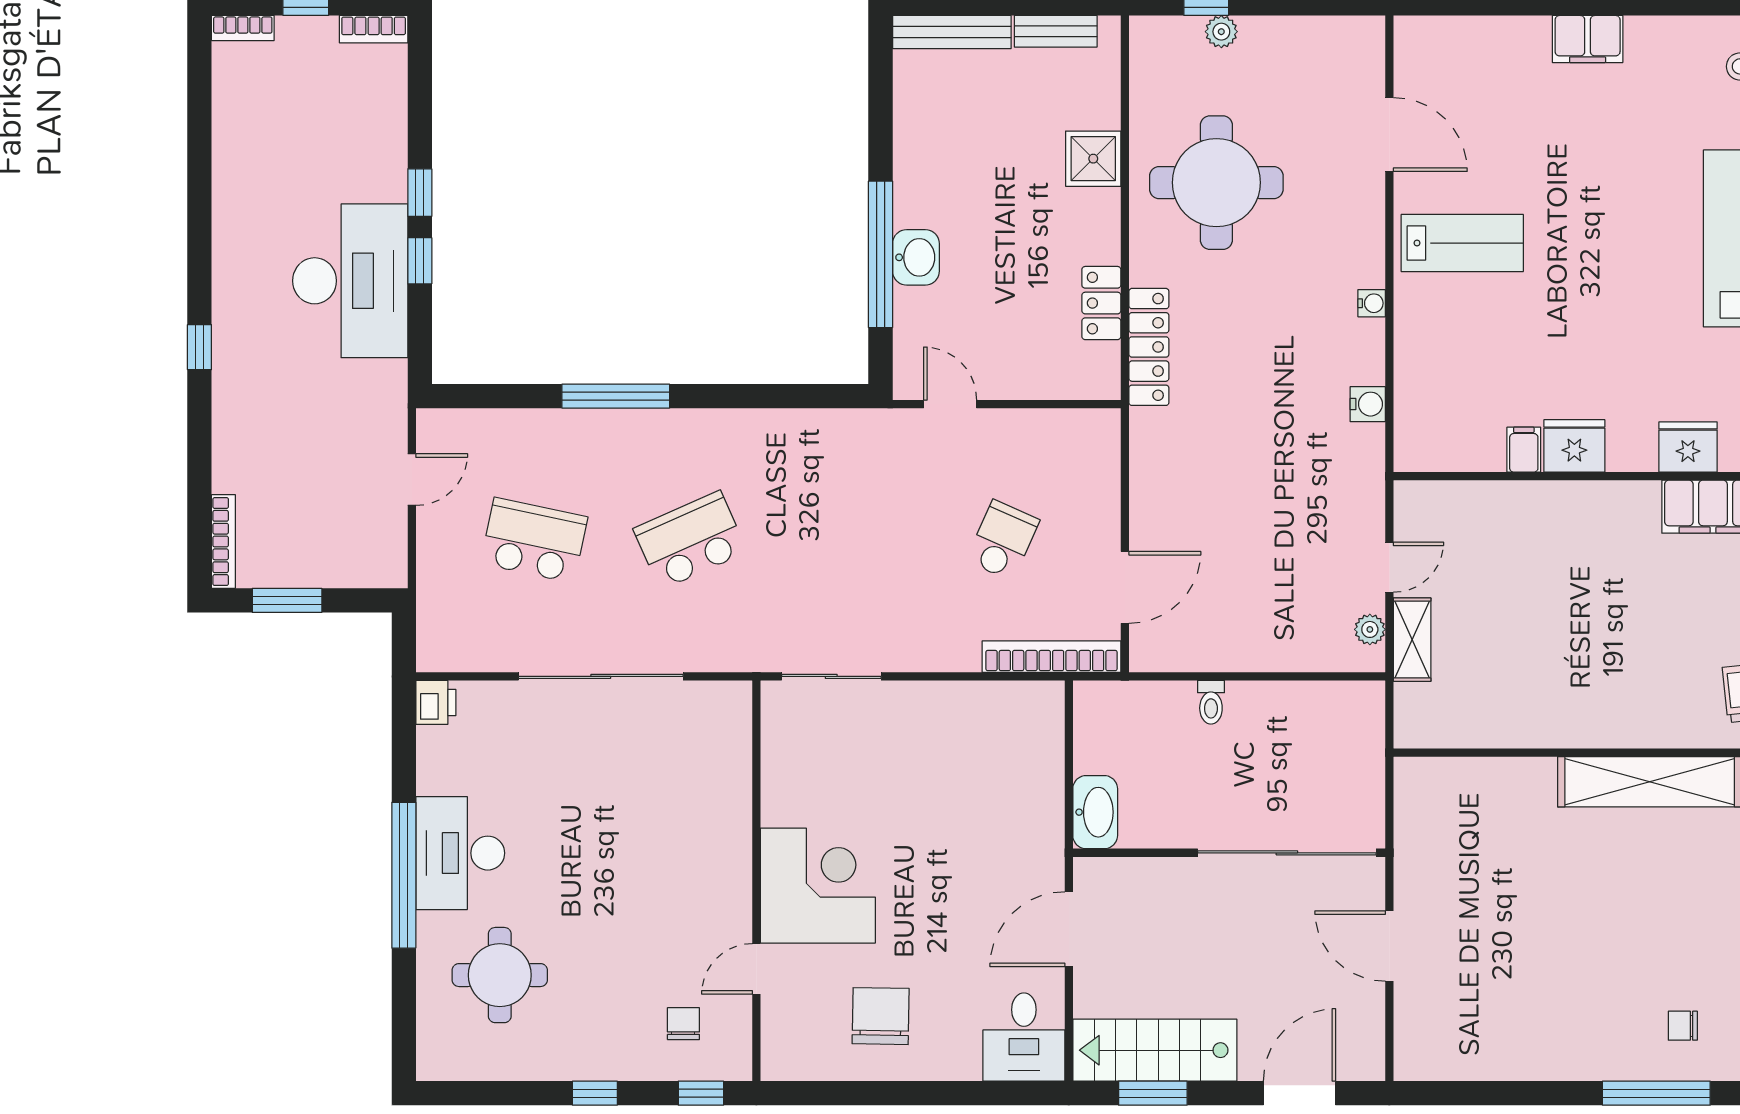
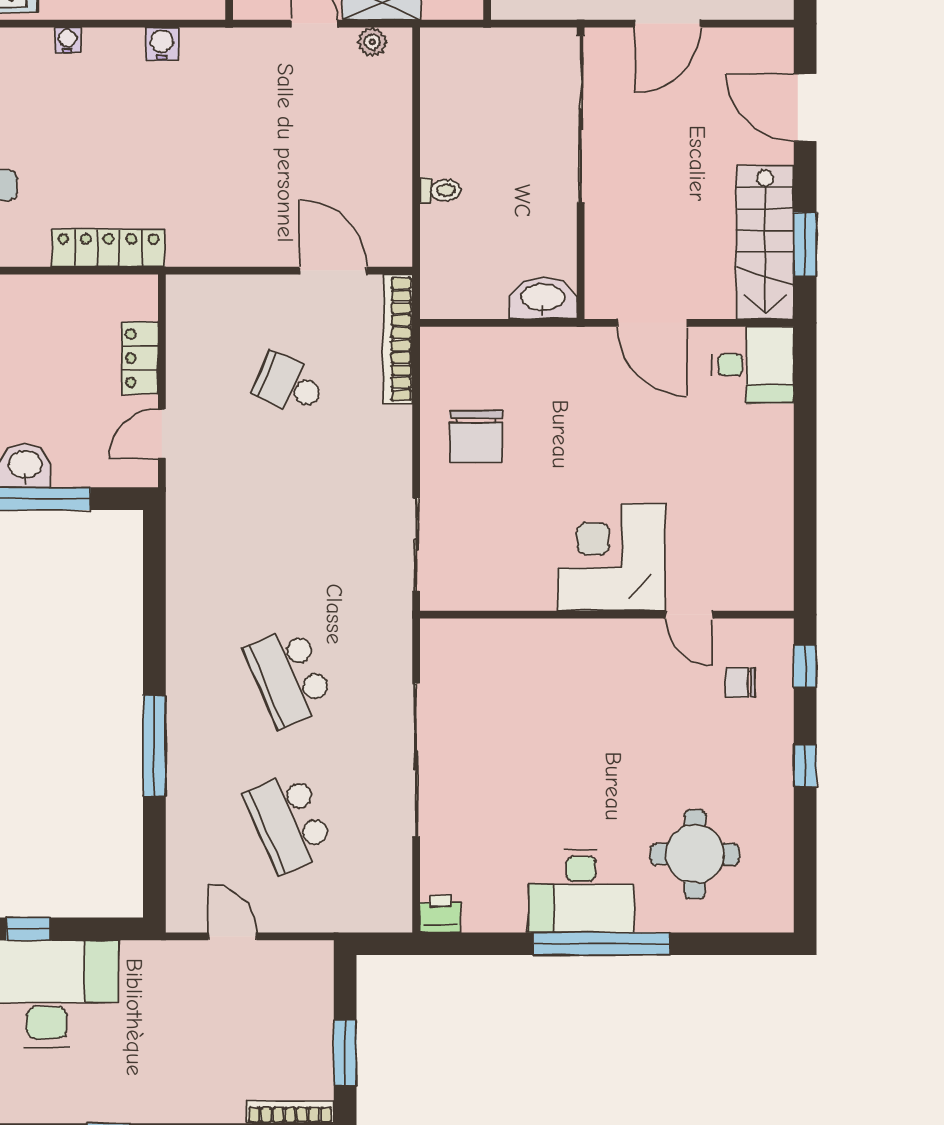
locker: (1101, 303) -> (140, 358), moved, turned 90
school desk: (534, 540) -> (289, 822), turned -36
chair: (881, 1016) -> (476, 436), moved, turned -91

